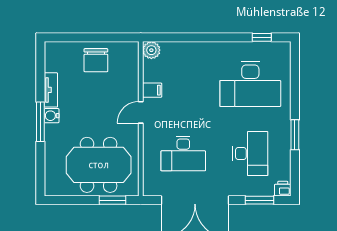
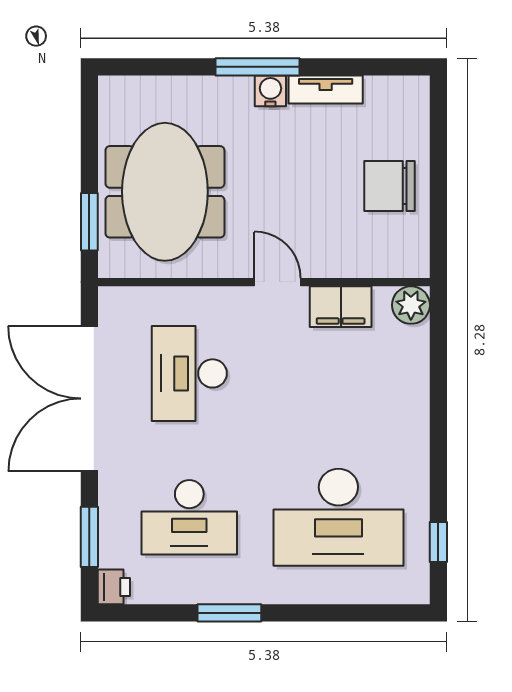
desk: (250, 84) -> (338, 517), turned -90
filing cabinet: (152, 90) -> (341, 307), width x2.00

